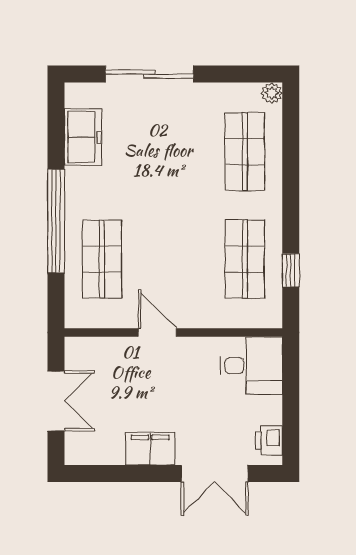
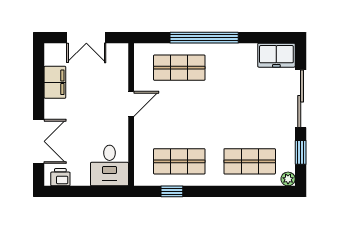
window: (231, 74) -> (301, 152), added
freezer: (83, 137) -> (276, 55), moved
filing cabinet: (150, 449) -> (55, 82), moved
double door: (214, 474) -> (39, 141), swing flipped

